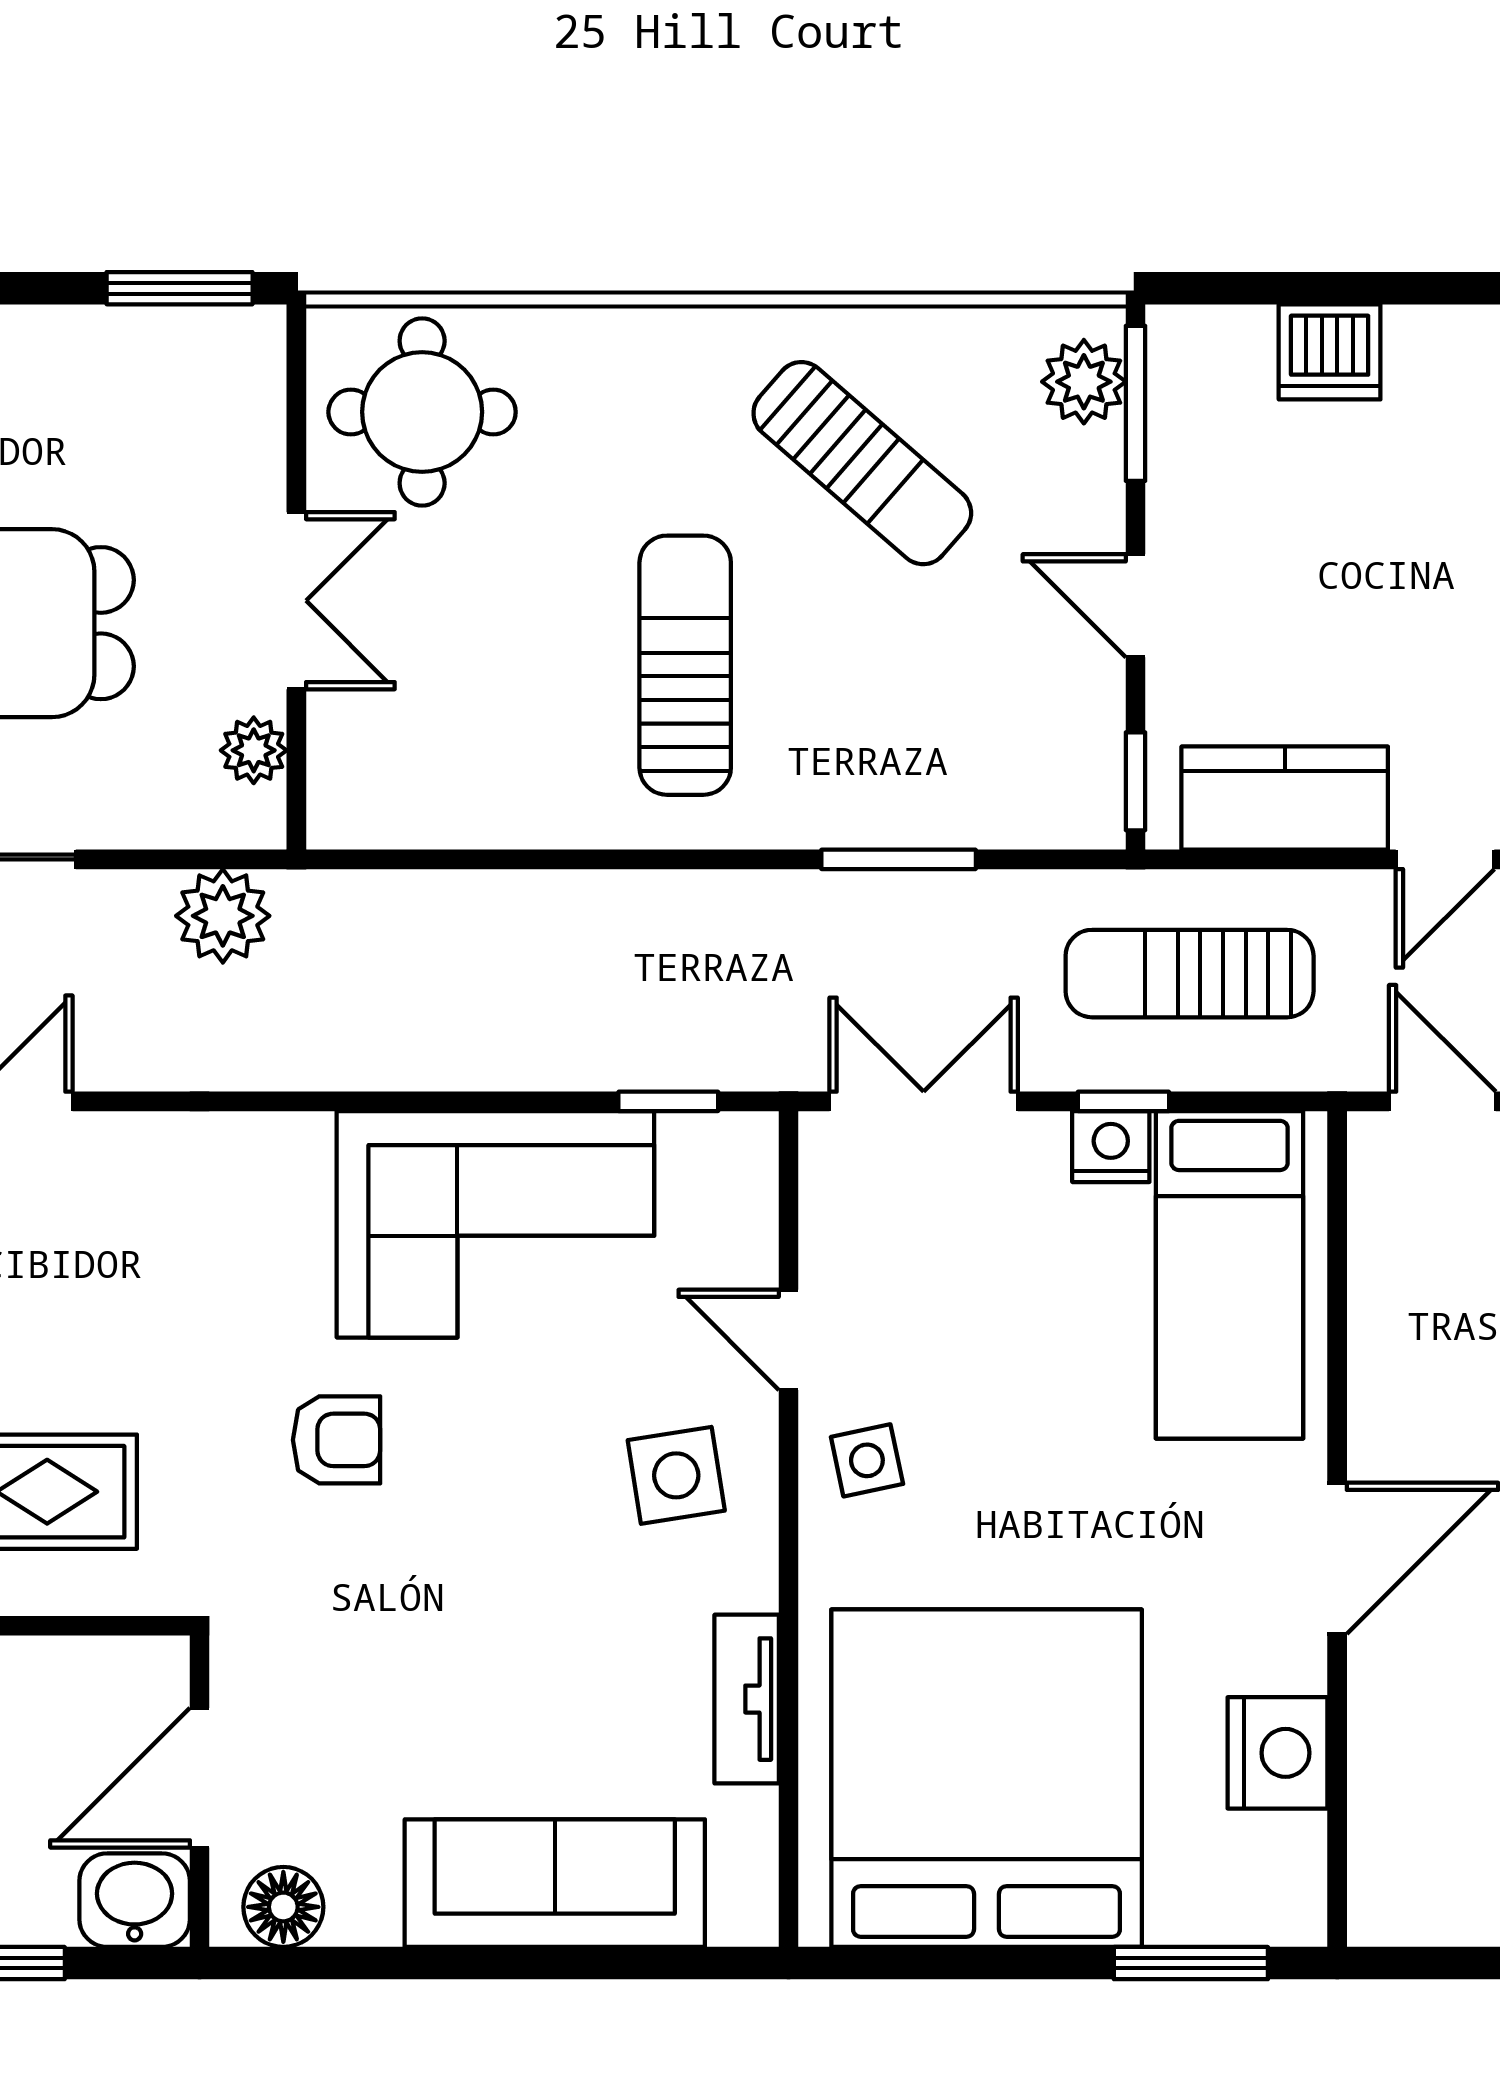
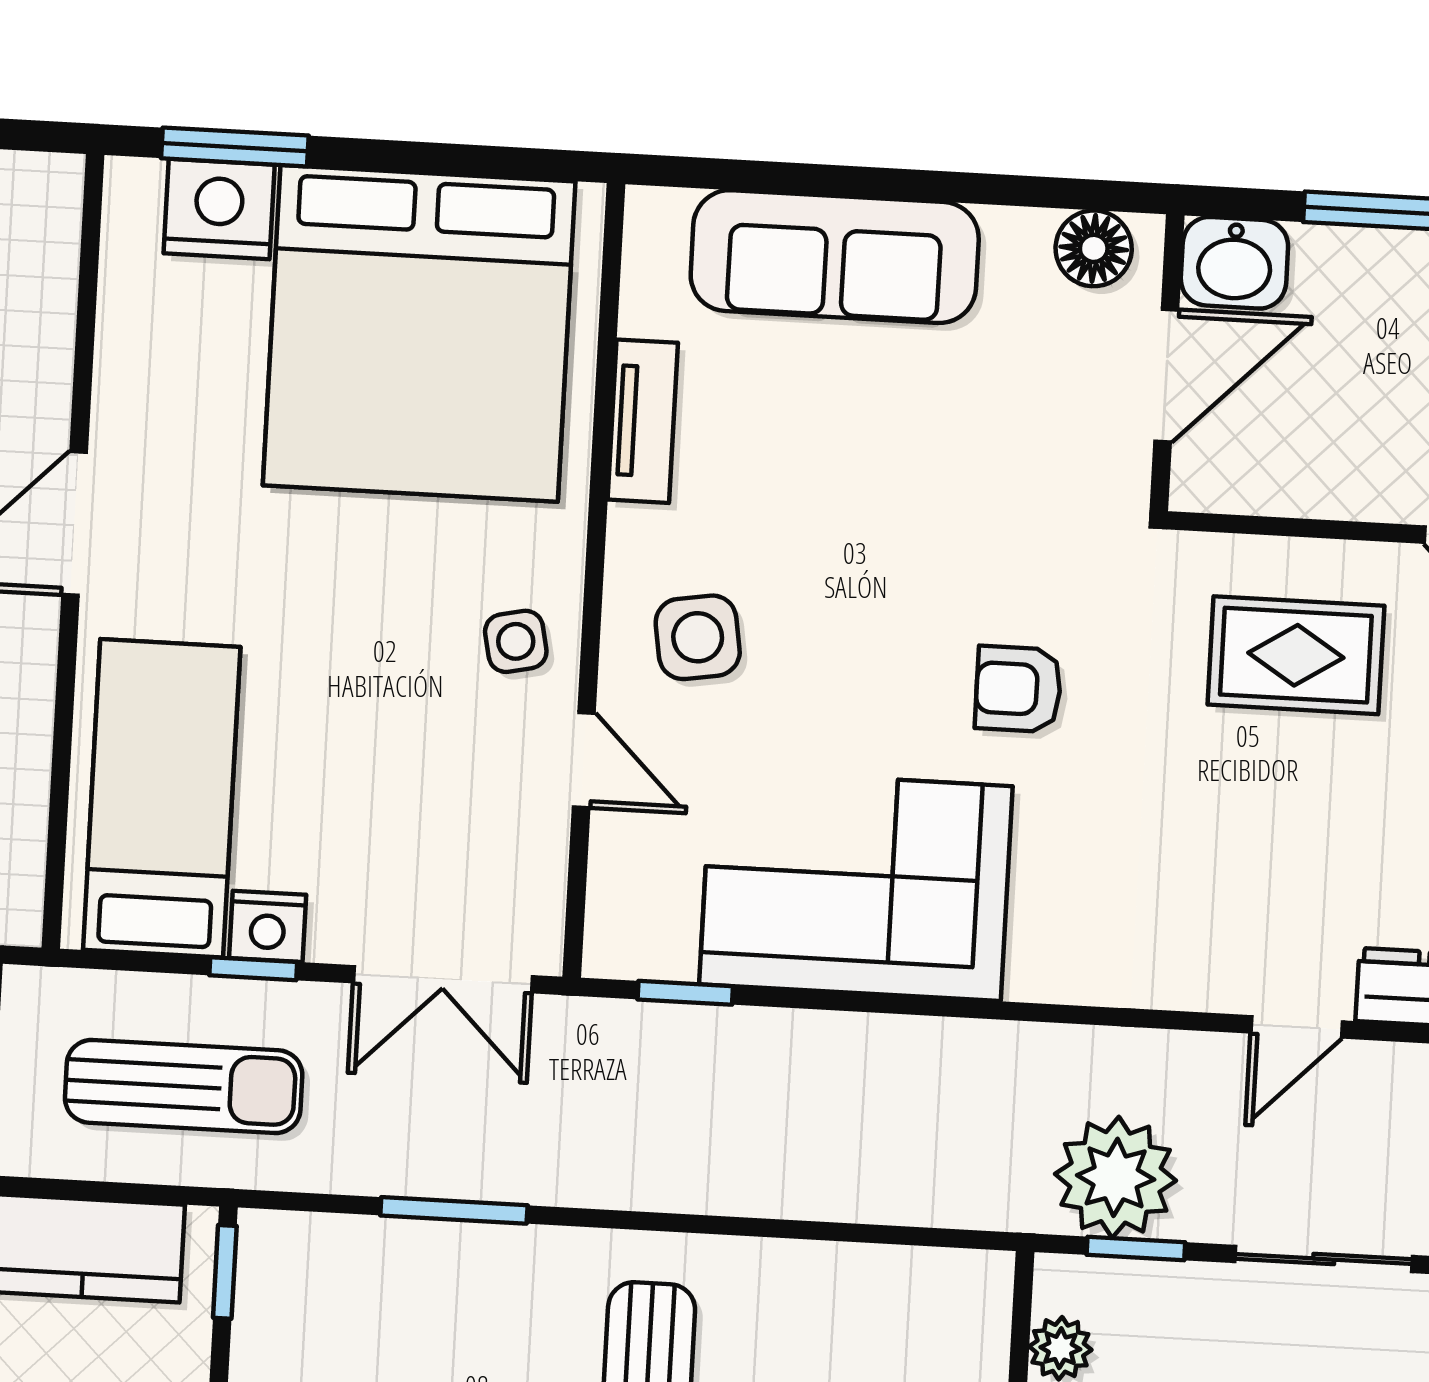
window: (180, 859) -> (1136, 1249), added
plant: (223, 916) -> (1116, 1177), width x1.36, depth x1.36
nightstand: (1278, 1753) -> (219, 209), moved, turned 90

